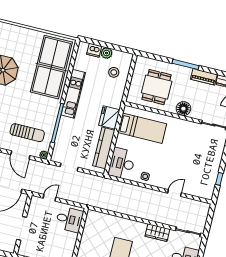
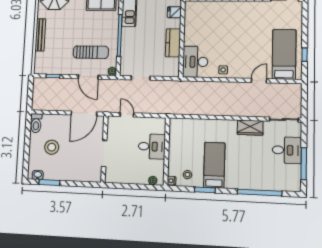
fridge: (109, 118) -> (174, 12), width x0.53, depth x0.75
bed: (142, 128) -> (284, 54), moved, turned -90
kitchen counter: (104, 148) -> (173, 43), width x0.67
door: (50, 198) -> (127, 115), hinge flipped
desk: (69, 219) -> (152, 146), moved

